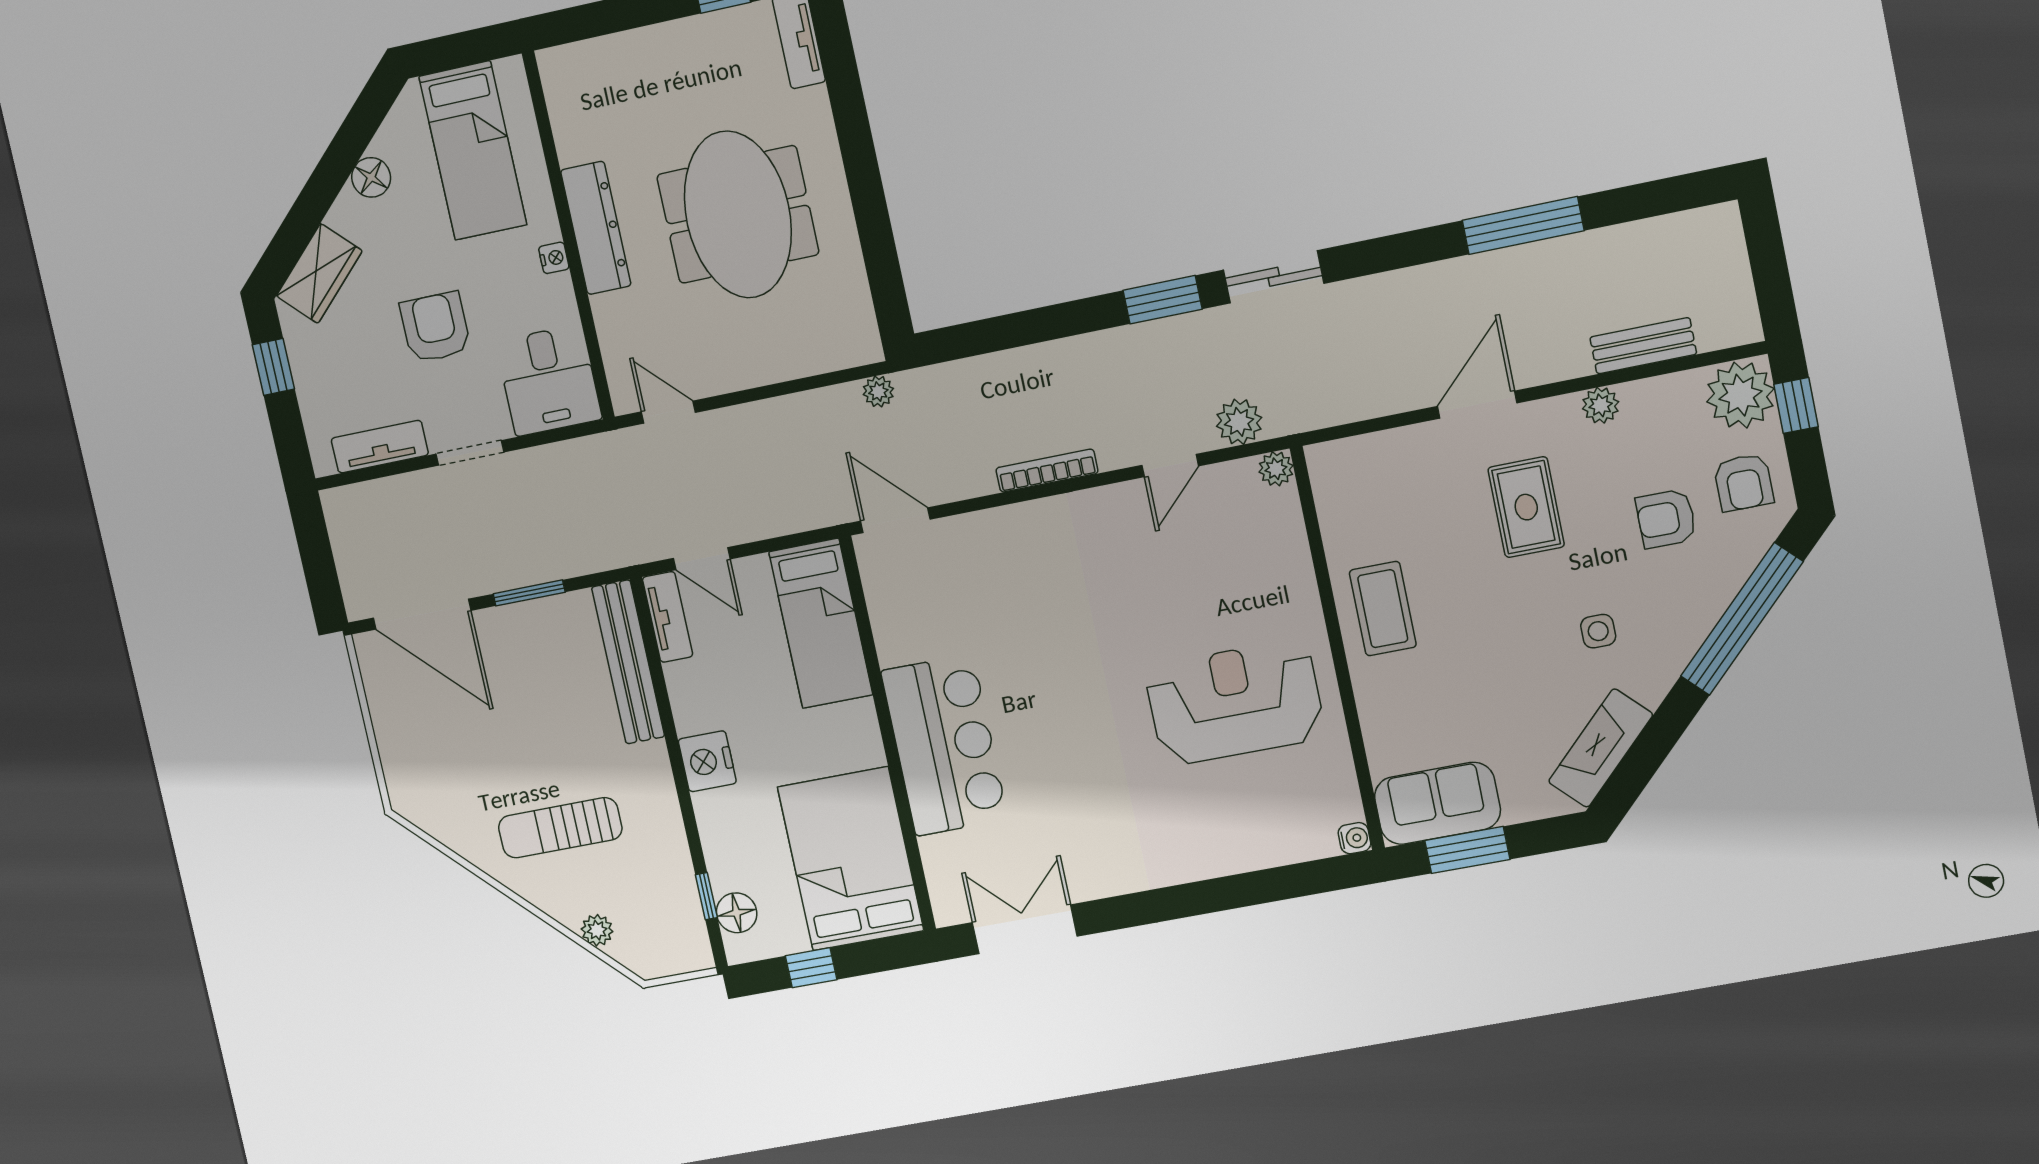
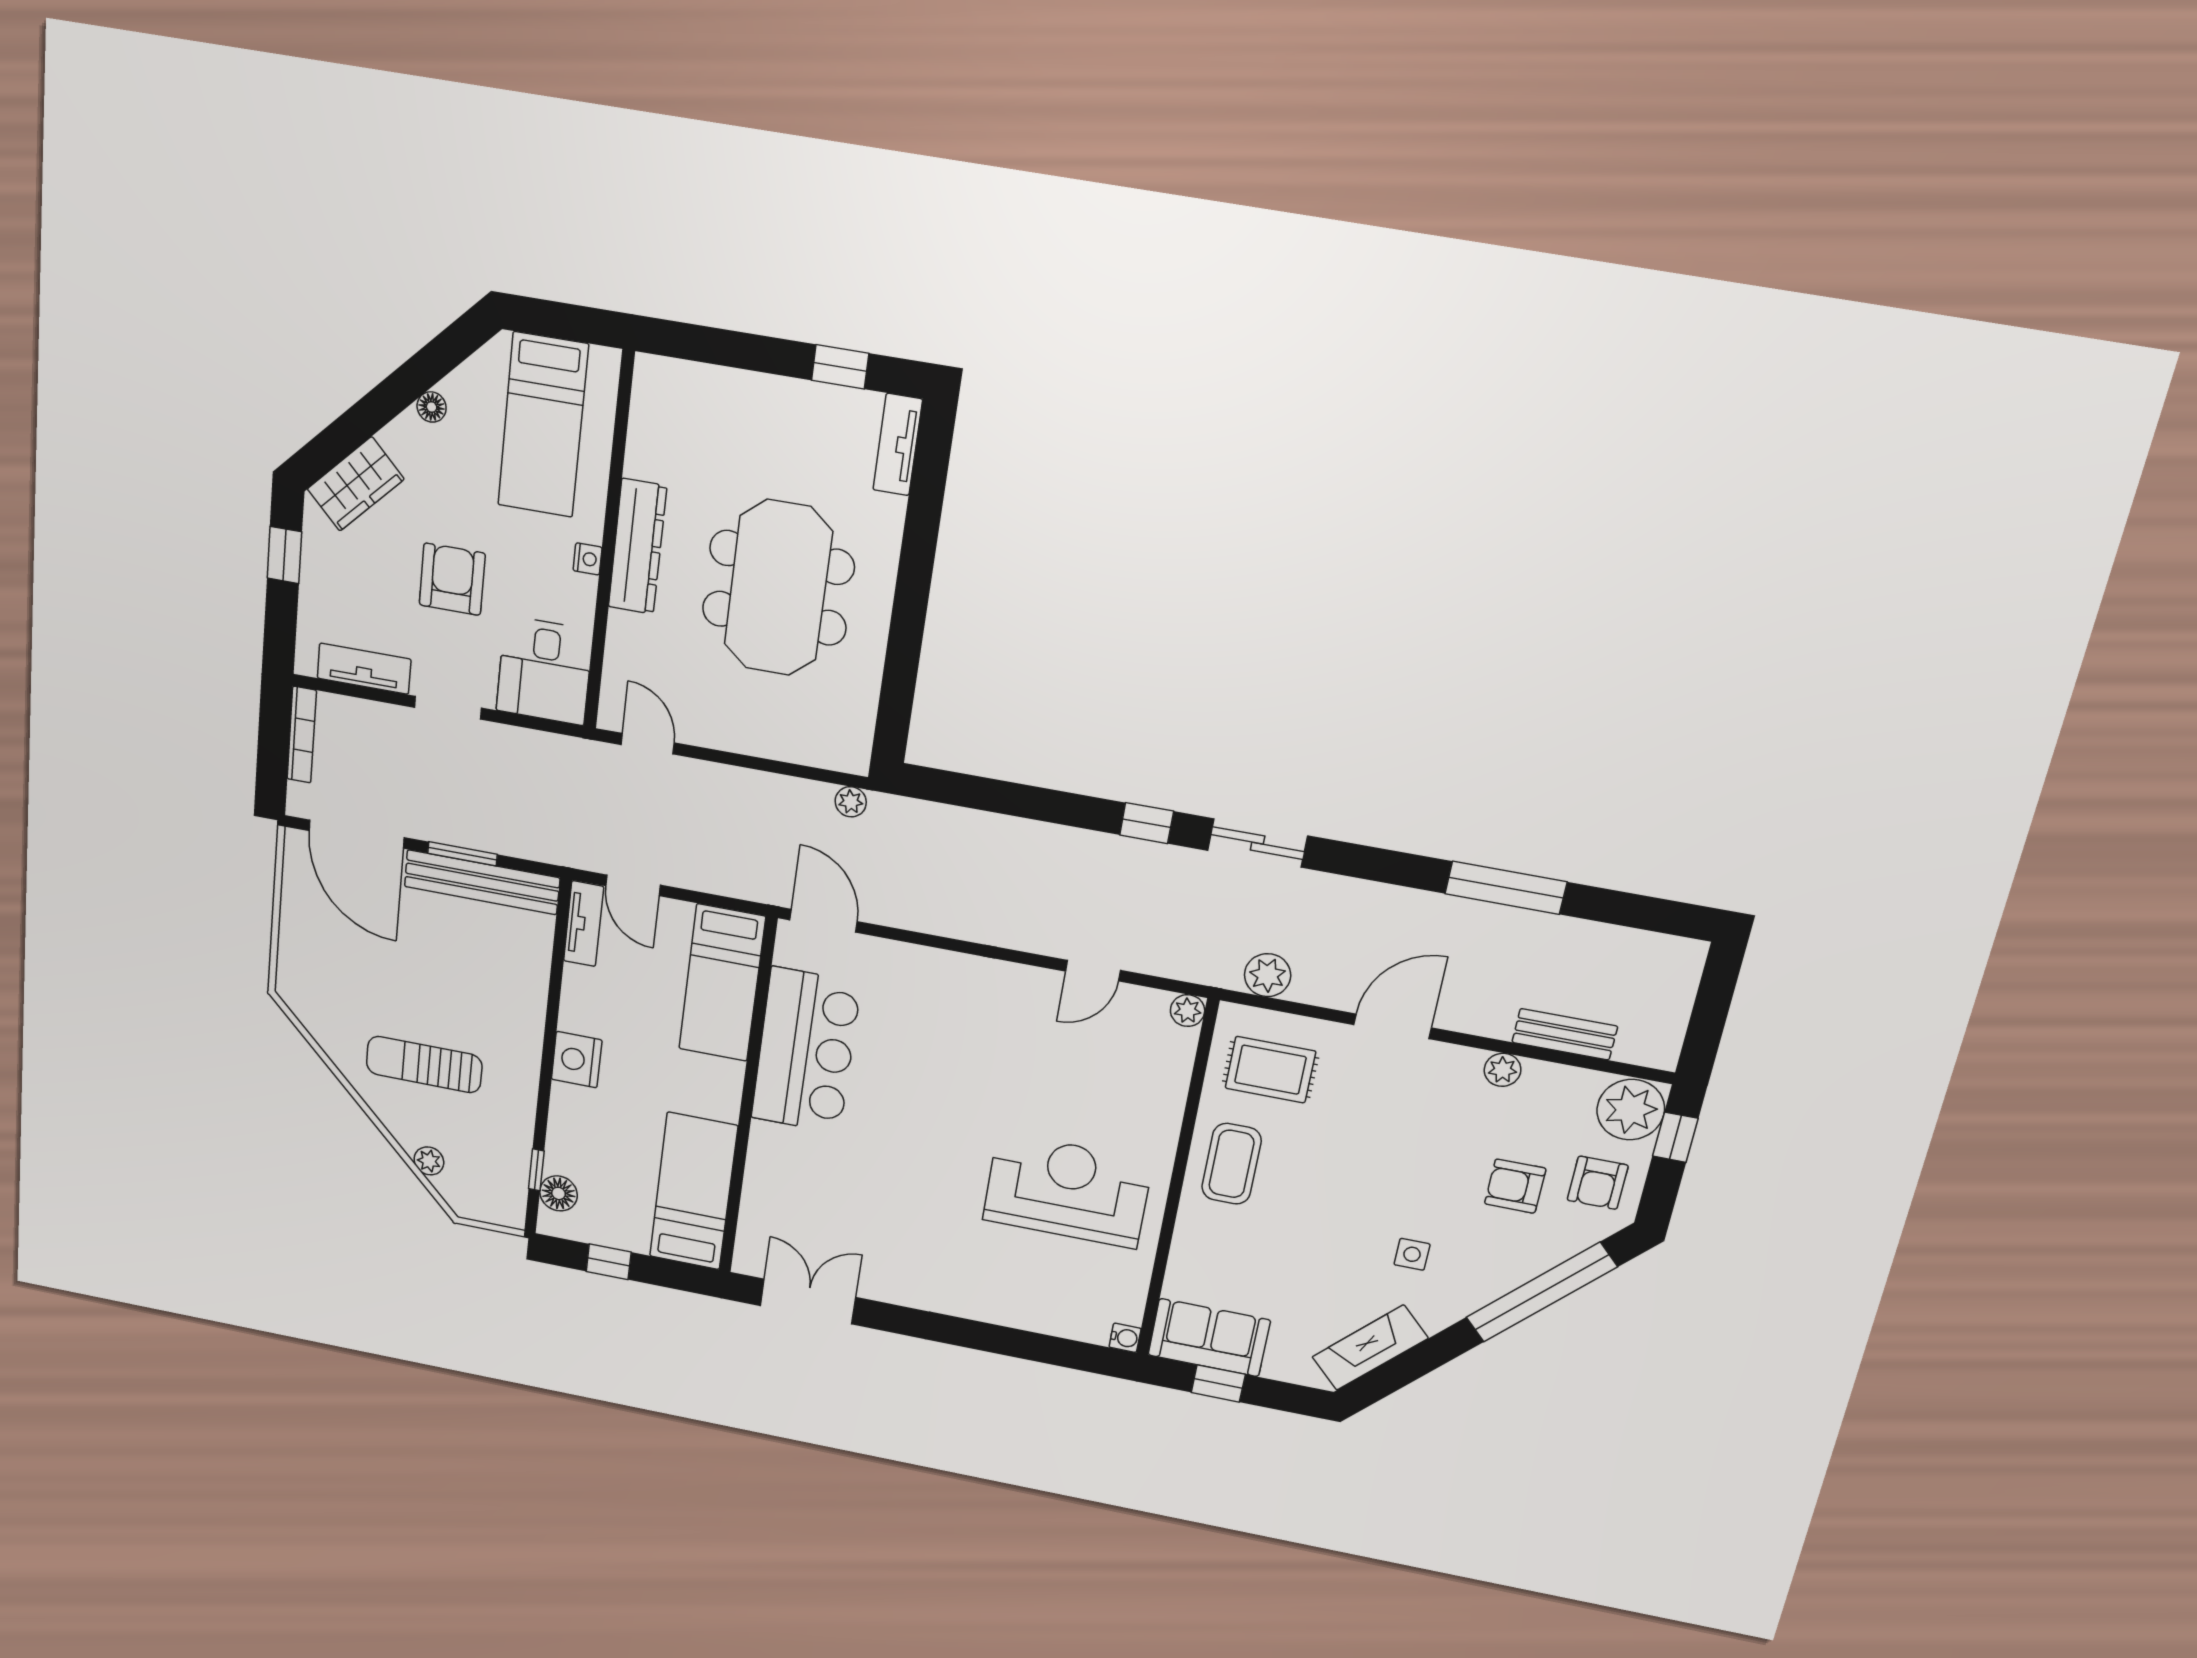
floor lamp: (371, 177) -> (432, 407), width x0.73, depth x0.73
window: (1163, 300) -> (1147, 823), width x0.67
plant: (1239, 422) -> (1268, 975), moved
bookcase: (1047, 471) -> (302, 735), moved, turned 90
rug: (1526, 507) -> (1270, 1070), moved, turned 90
bench: (628, 662) -> (482, 882), moved, turned 90
bar counter: (944, 745) -> (806, 1051), moved
window: (1467, 850) -> (1218, 1383), width x0.67
bed: (851, 859) -> (693, 1191), width x0.67

